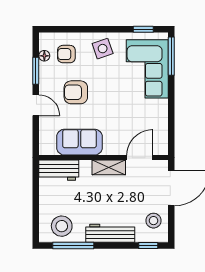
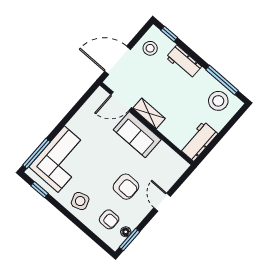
window: (36, 71) -> (129, 240), moved
sofa: (79, 142) -> (137, 135), moved
workbench: (59, 170) -> (199, 141), moved, turned -90
workbench: (110, 233) -> (184, 62), width x0.73

